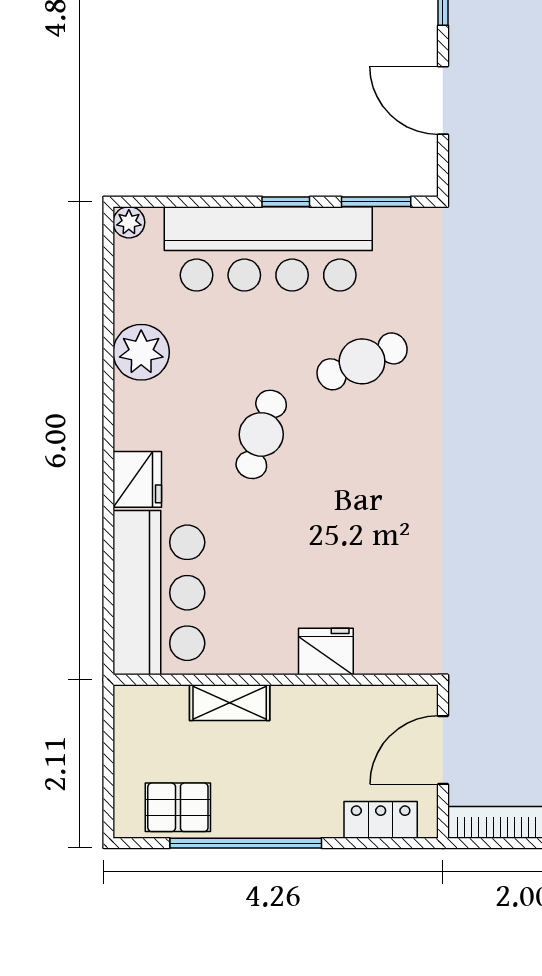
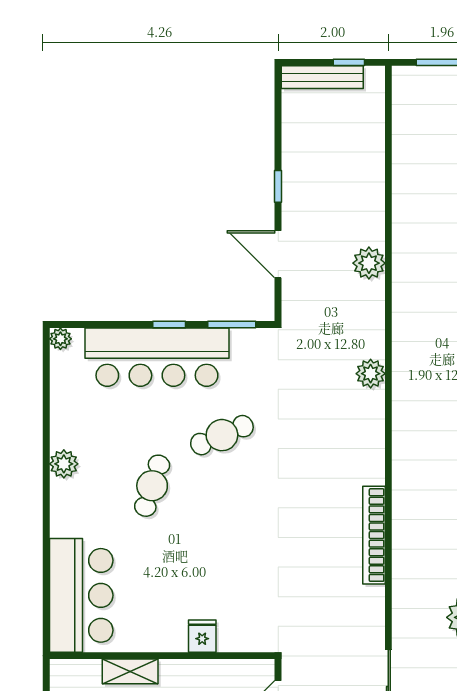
plant: (141, 352) -> (64, 464), moved, width x0.73, depth x0.73
fridge: (137, 479) -> (66, 517), removed
fridge: (326, 652) -> (202, 636), width x0.72

